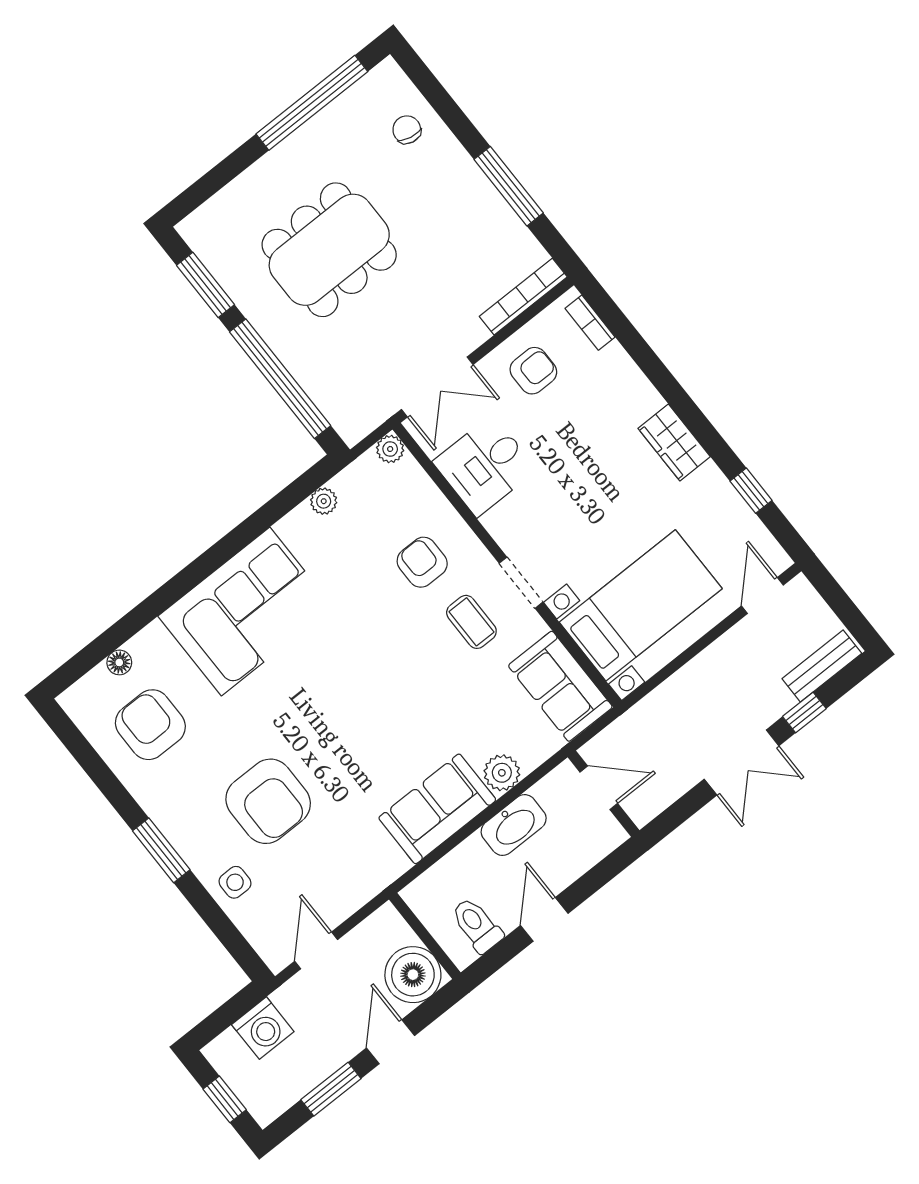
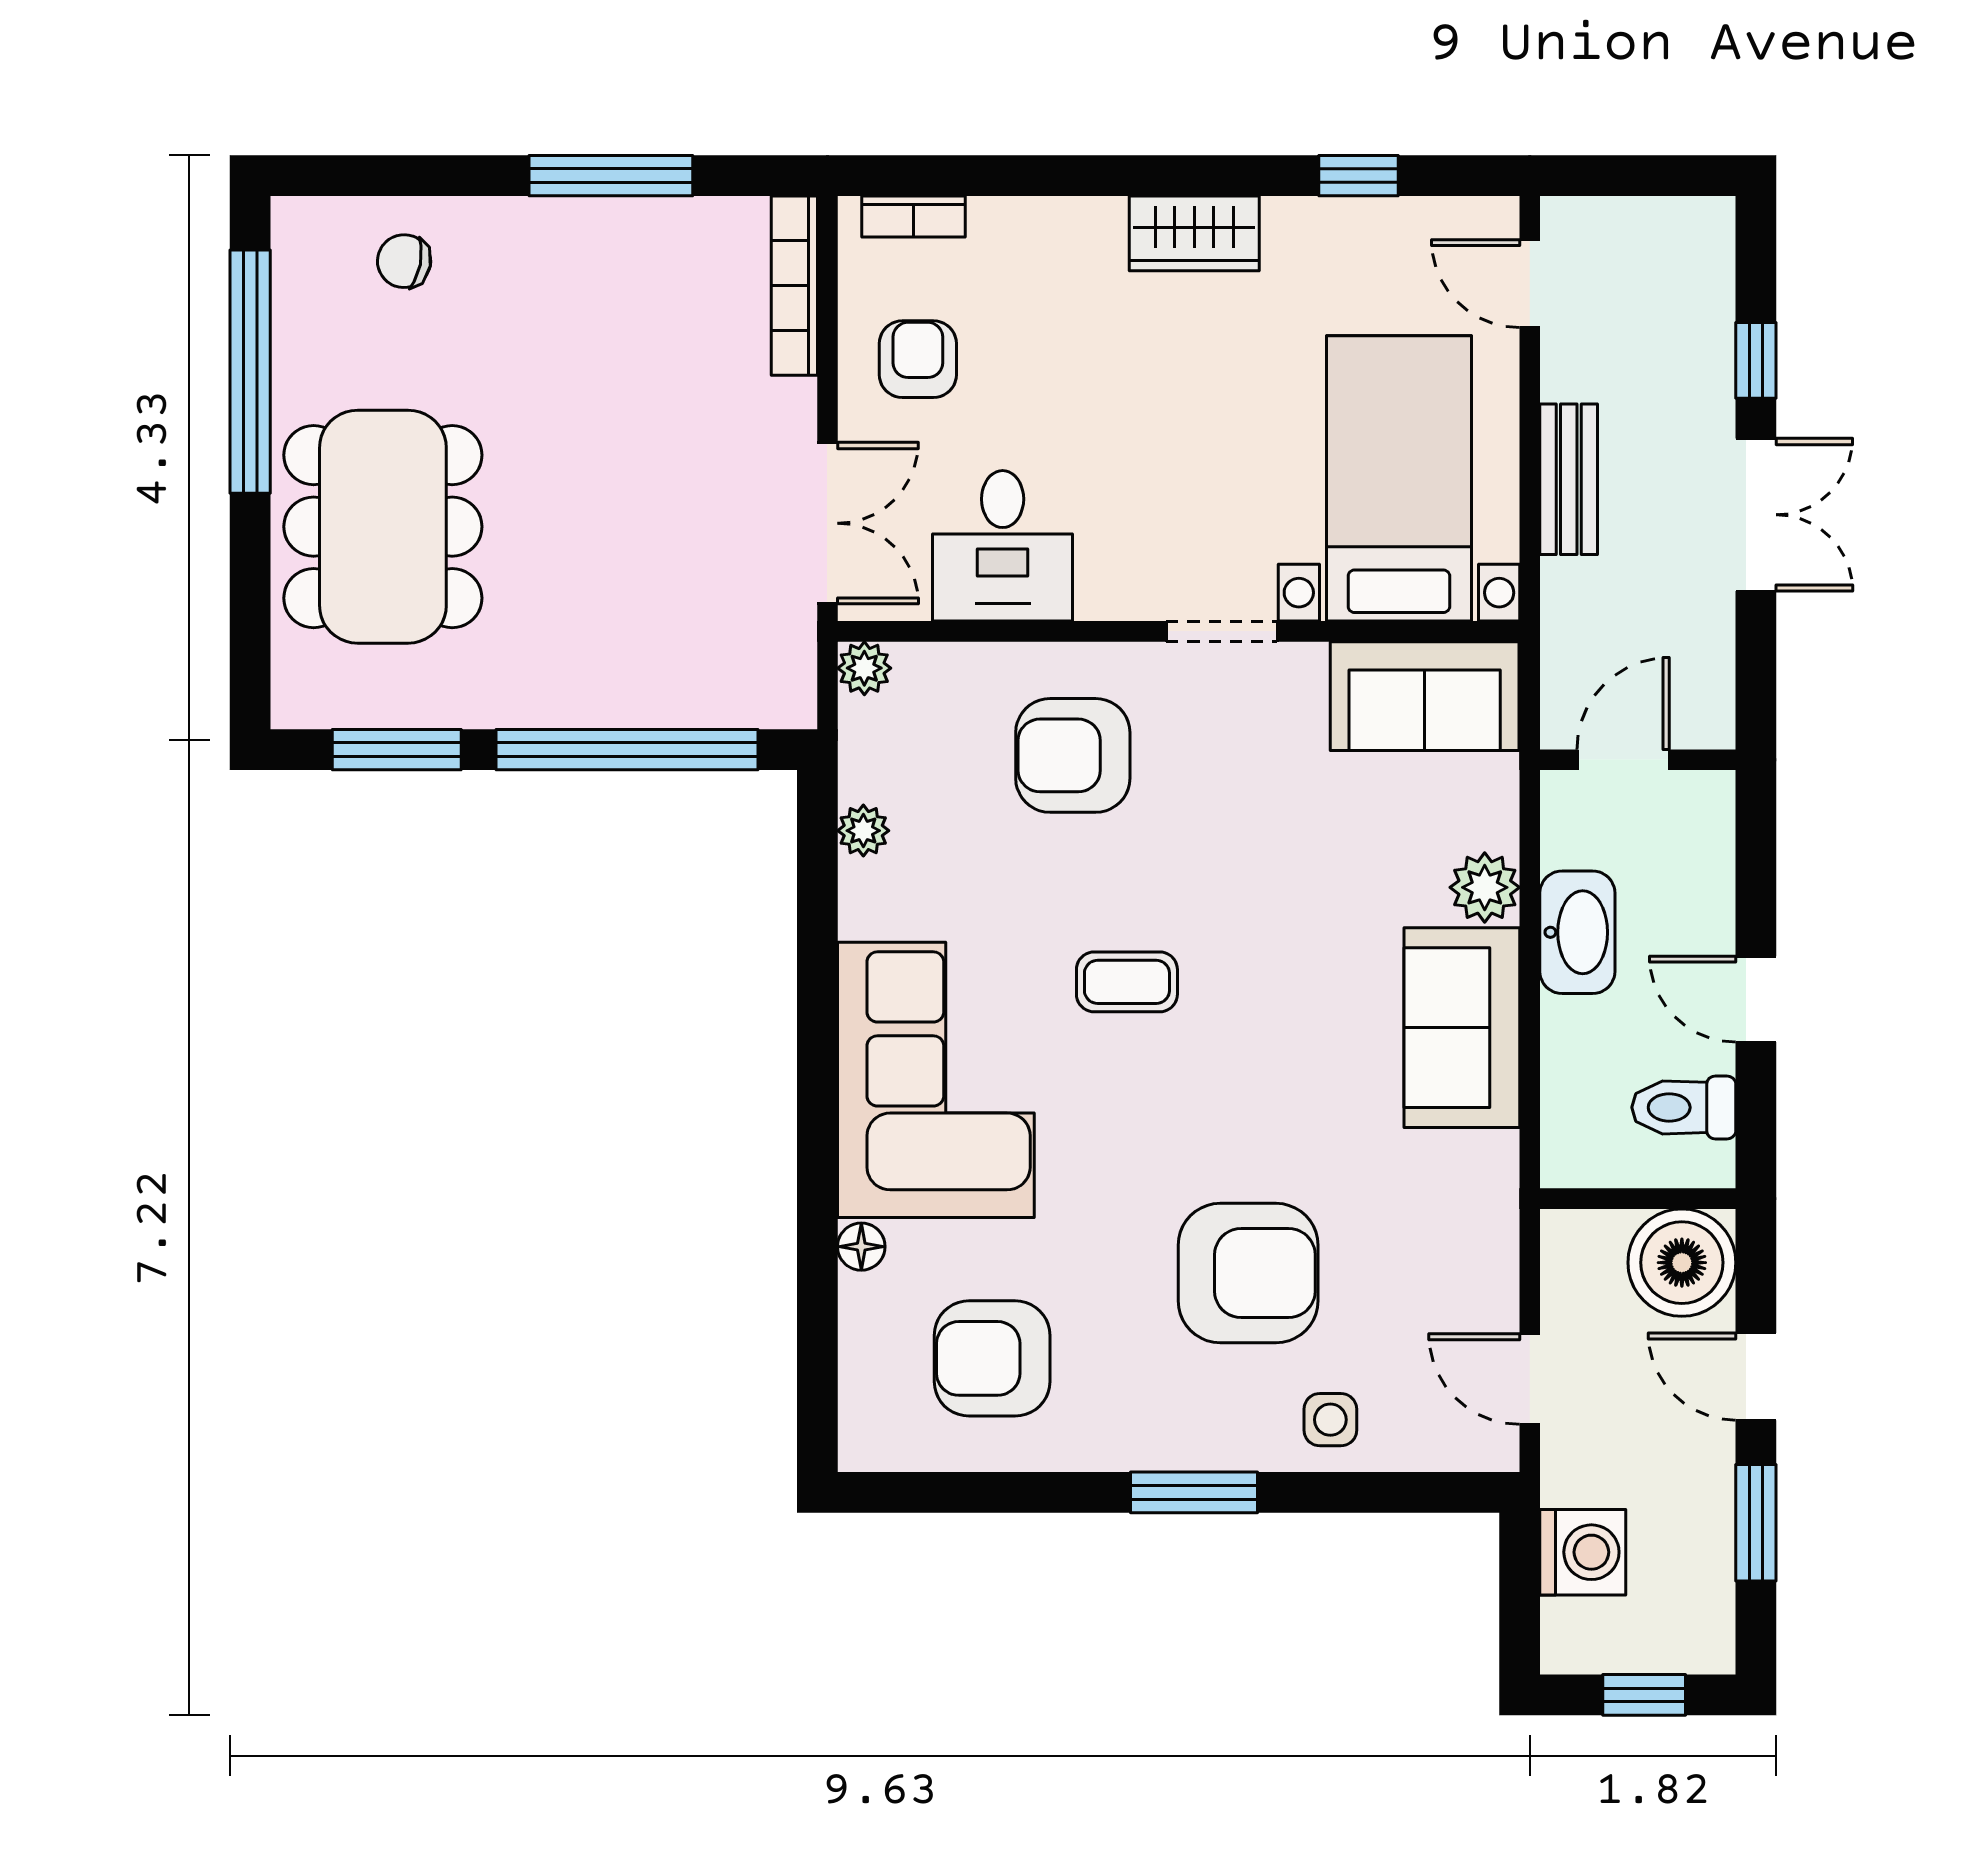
dining table: (329, 250) -> (383, 527), moved
armchair: (422, 562) -> (1073, 755), width x1.38, depth x1.38
coffee table: (471, 622) -> (1127, 982), moved
floor lamp: (119, 662) -> (861, 1247), moved
bench: (822, 666) -> (1569, 479), moved

